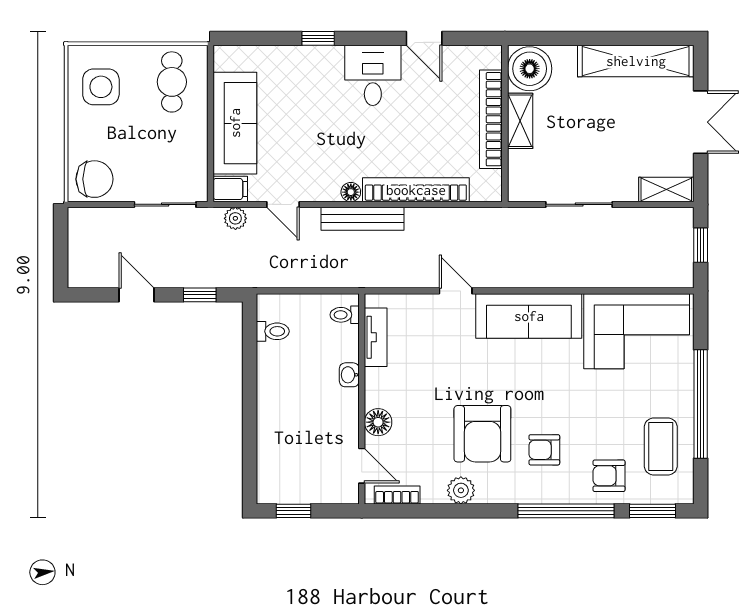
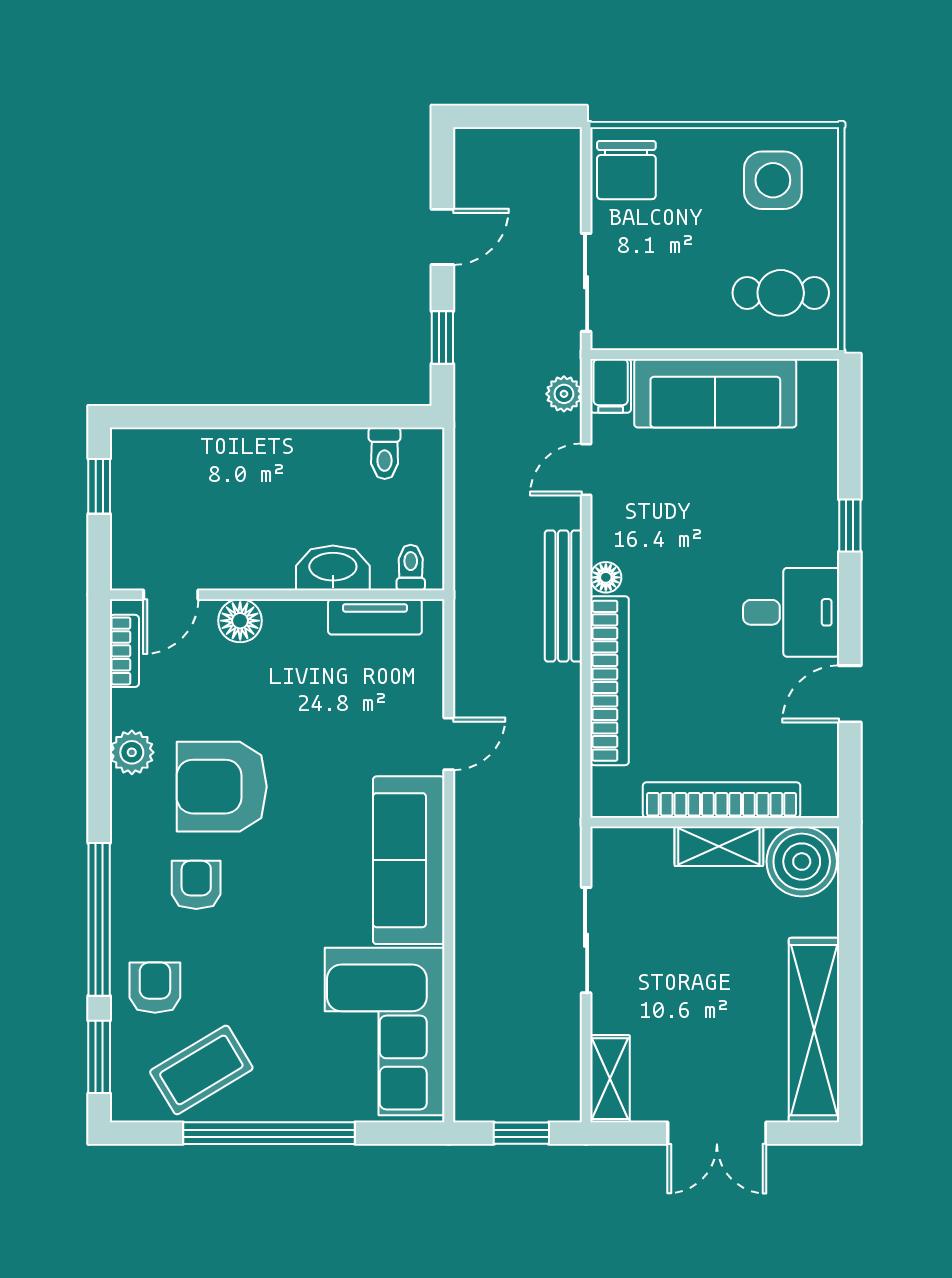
washbasin: (349, 375) -> (333, 568), width x1.91, depth x1.45
coffee table: (661, 446) -> (201, 1070), turned -31

